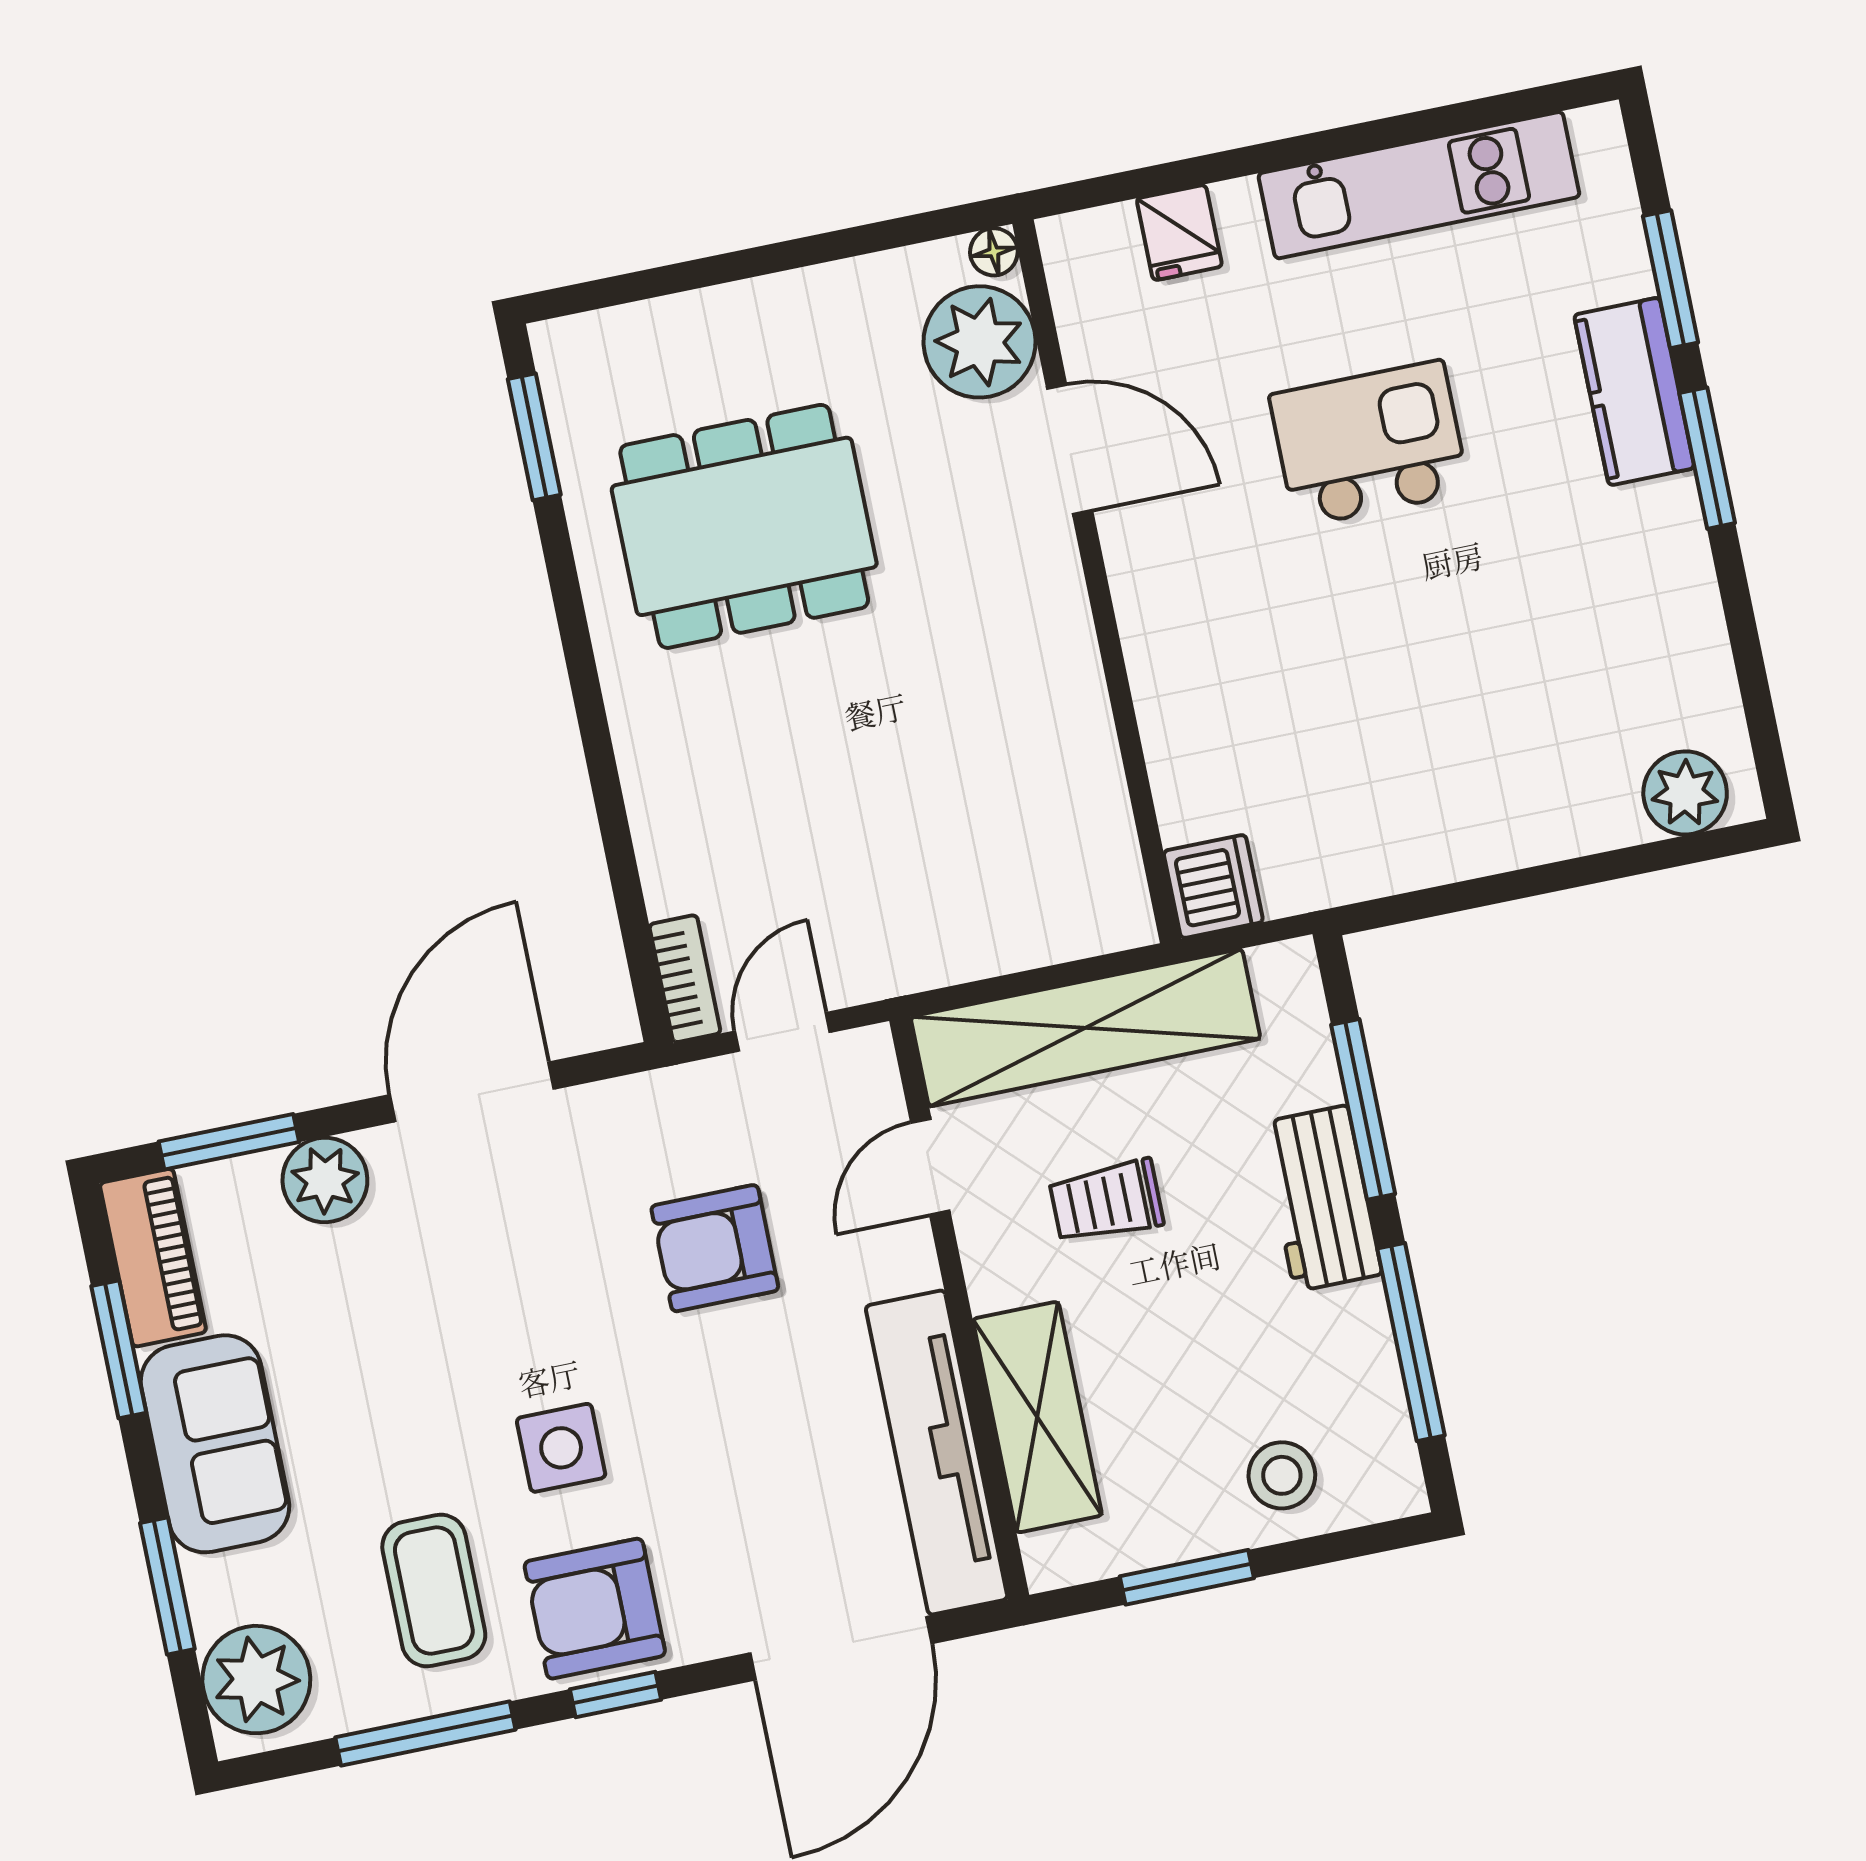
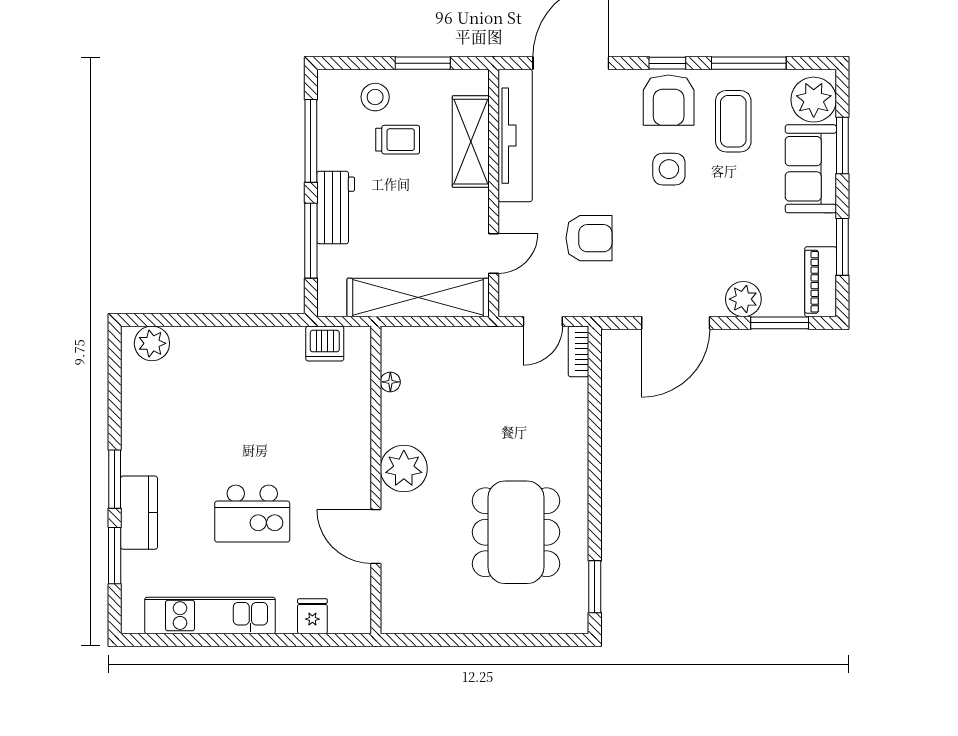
floor lamp: (994, 252) -> (390, 382), moved
plant: (980, 342) -> (404, 469), moved
dining table: (744, 526) -> (516, 532), turned 90
dishwasher: (1213, 886) -> (325, 344), moved, turned -90
trolley: (1106, 1201) -> (398, 140), moved
sofa: (215, 1444) -> (811, 169), moved
armchair: (595, 1609) -> (669, 100), turned 90

